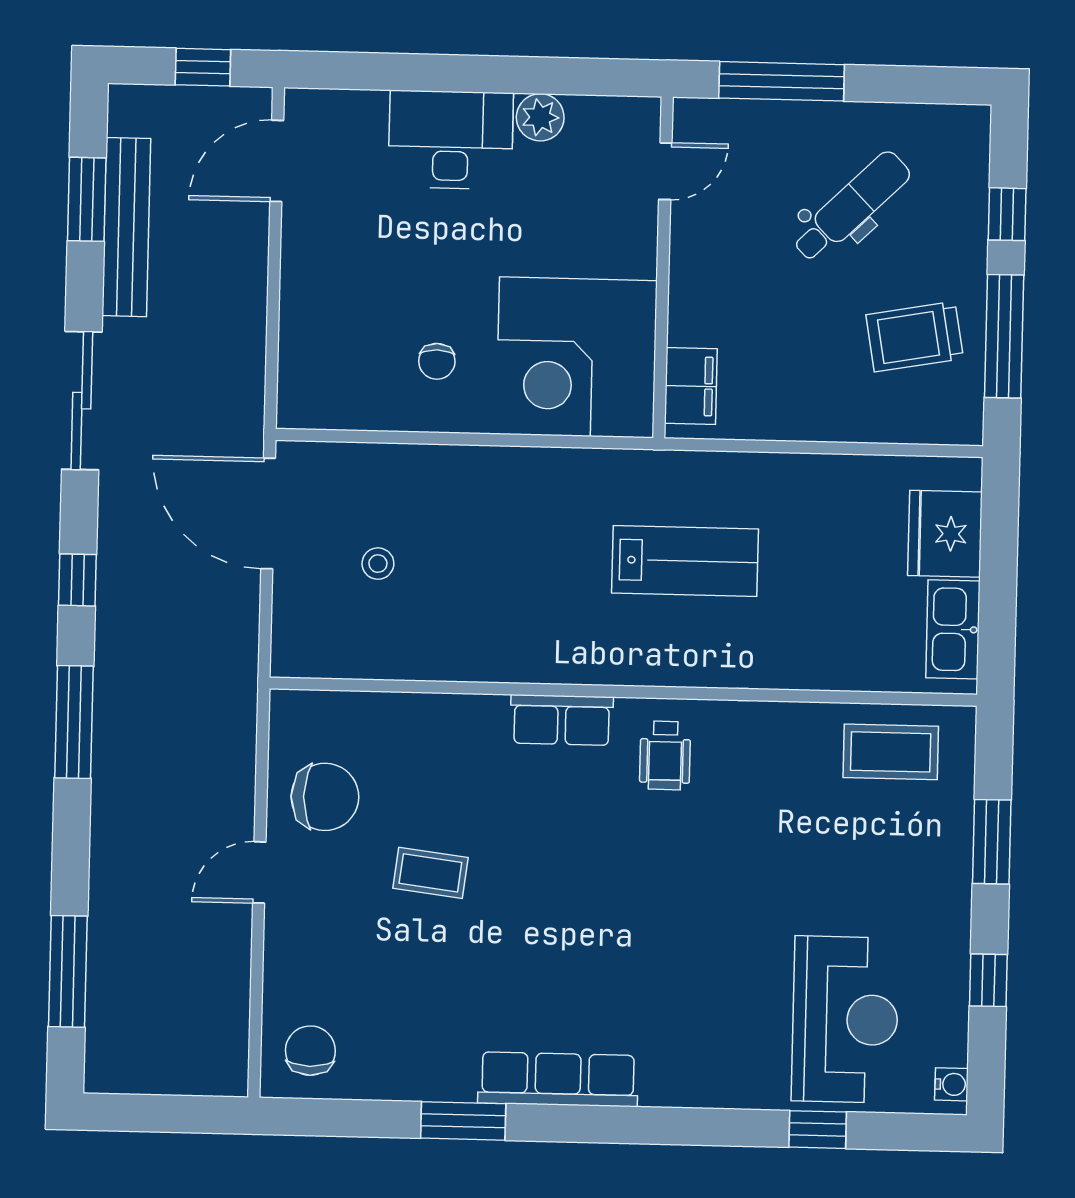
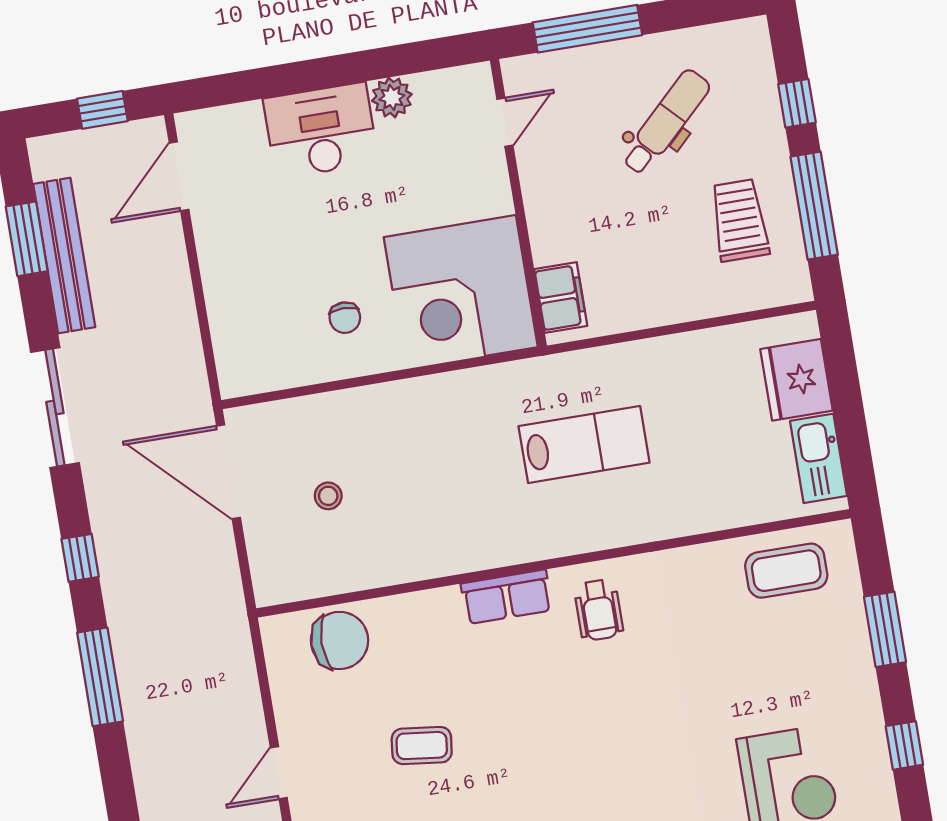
trolley: (915, 337) -> (740, 220), turned 100
chair: (325, 797) -> (340, 640), moved

